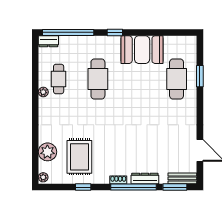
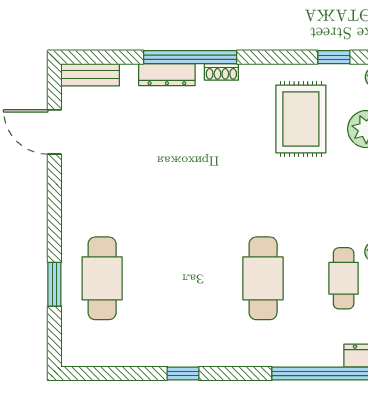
window: (115, 32) -> (183, 373), moved
booth: (142, 50) -> (173, 338), removed
window: (83, 187) -> (334, 57), moved
window: (175, 187) -> (105, 57), removed

